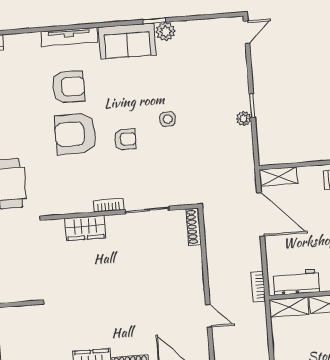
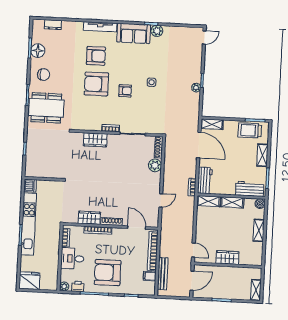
plant: (191, 258) -> (155, 165), added
workbench: (296, 282) -> (205, 180), moved, turned 90
door: (209, 316) -> (161, 200), hinge flipped

